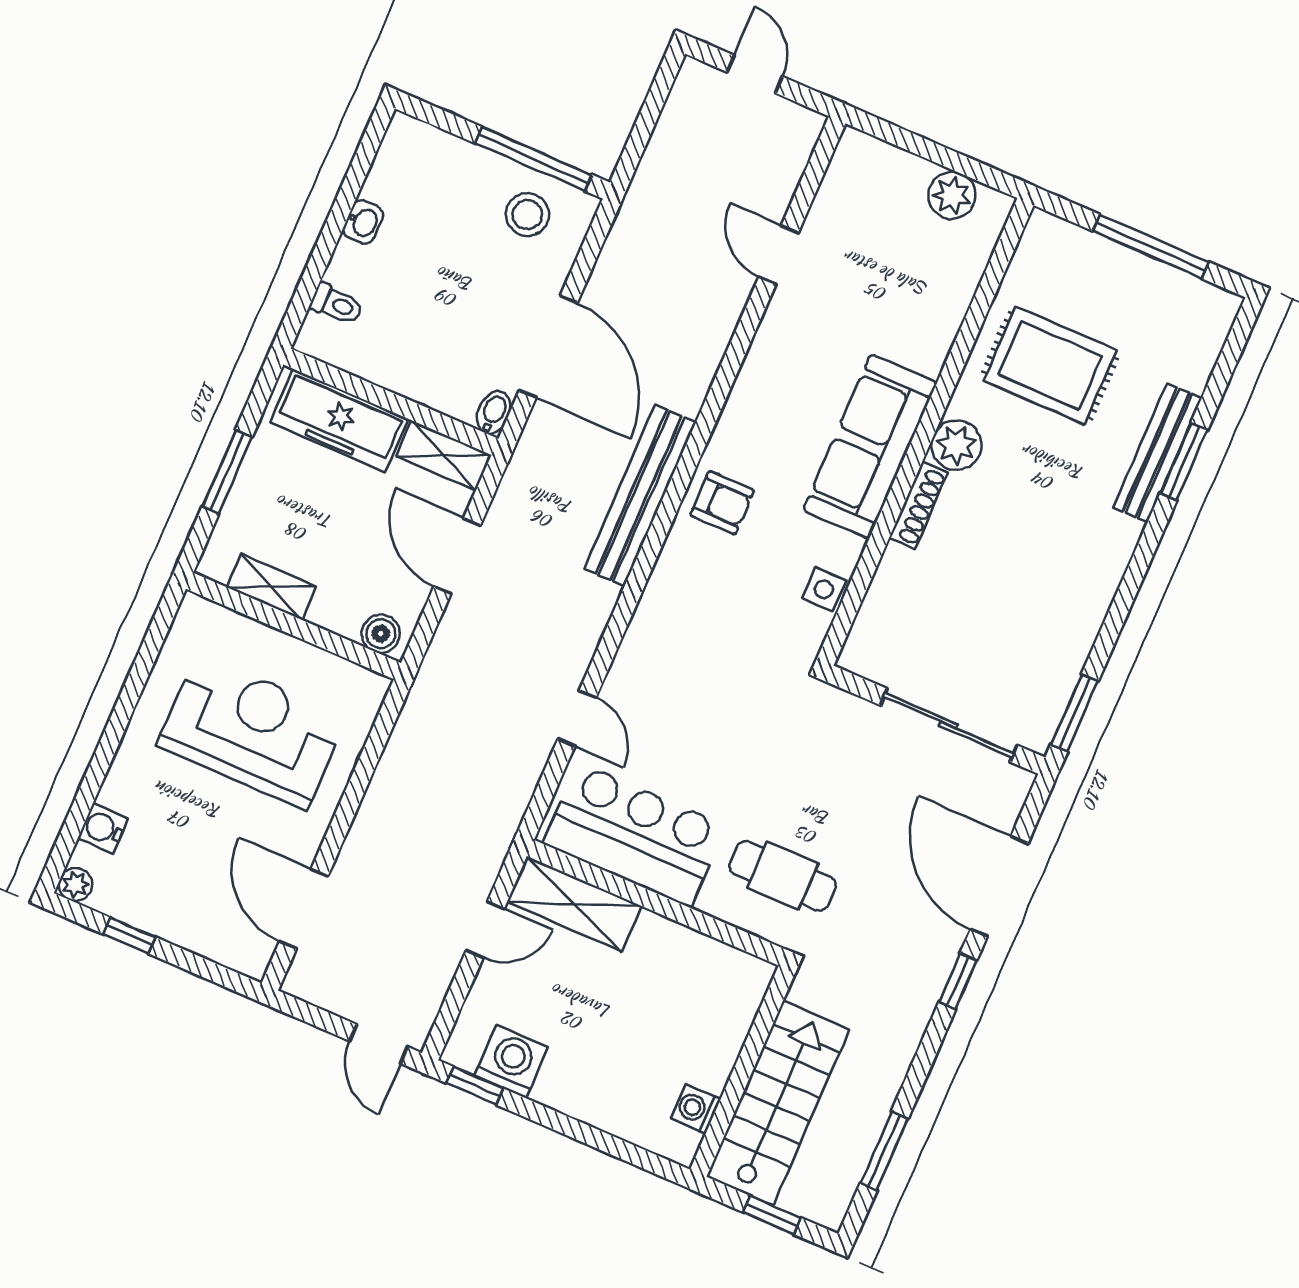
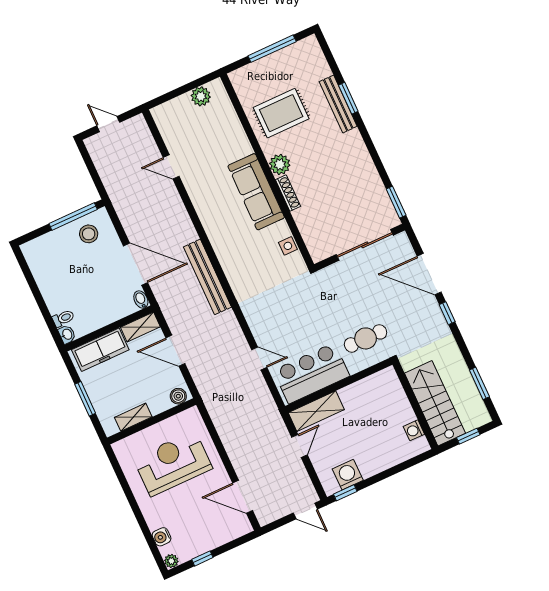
washbasin: (363, 222) -> (67, 334), moved
armchair: (722, 503) -> (233, 253), removed

